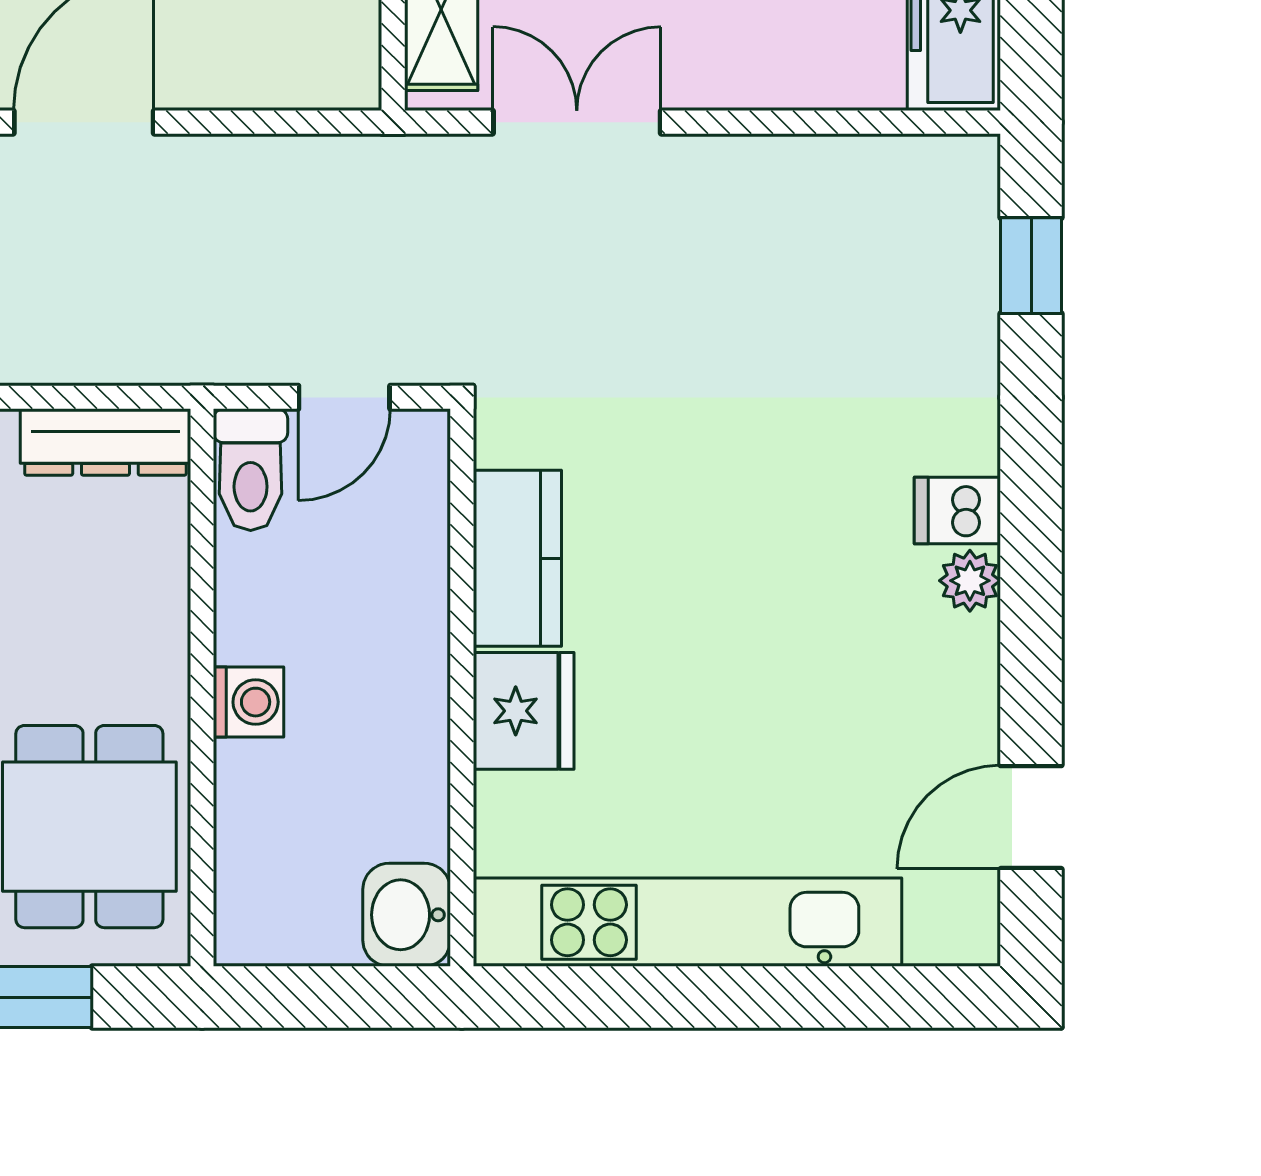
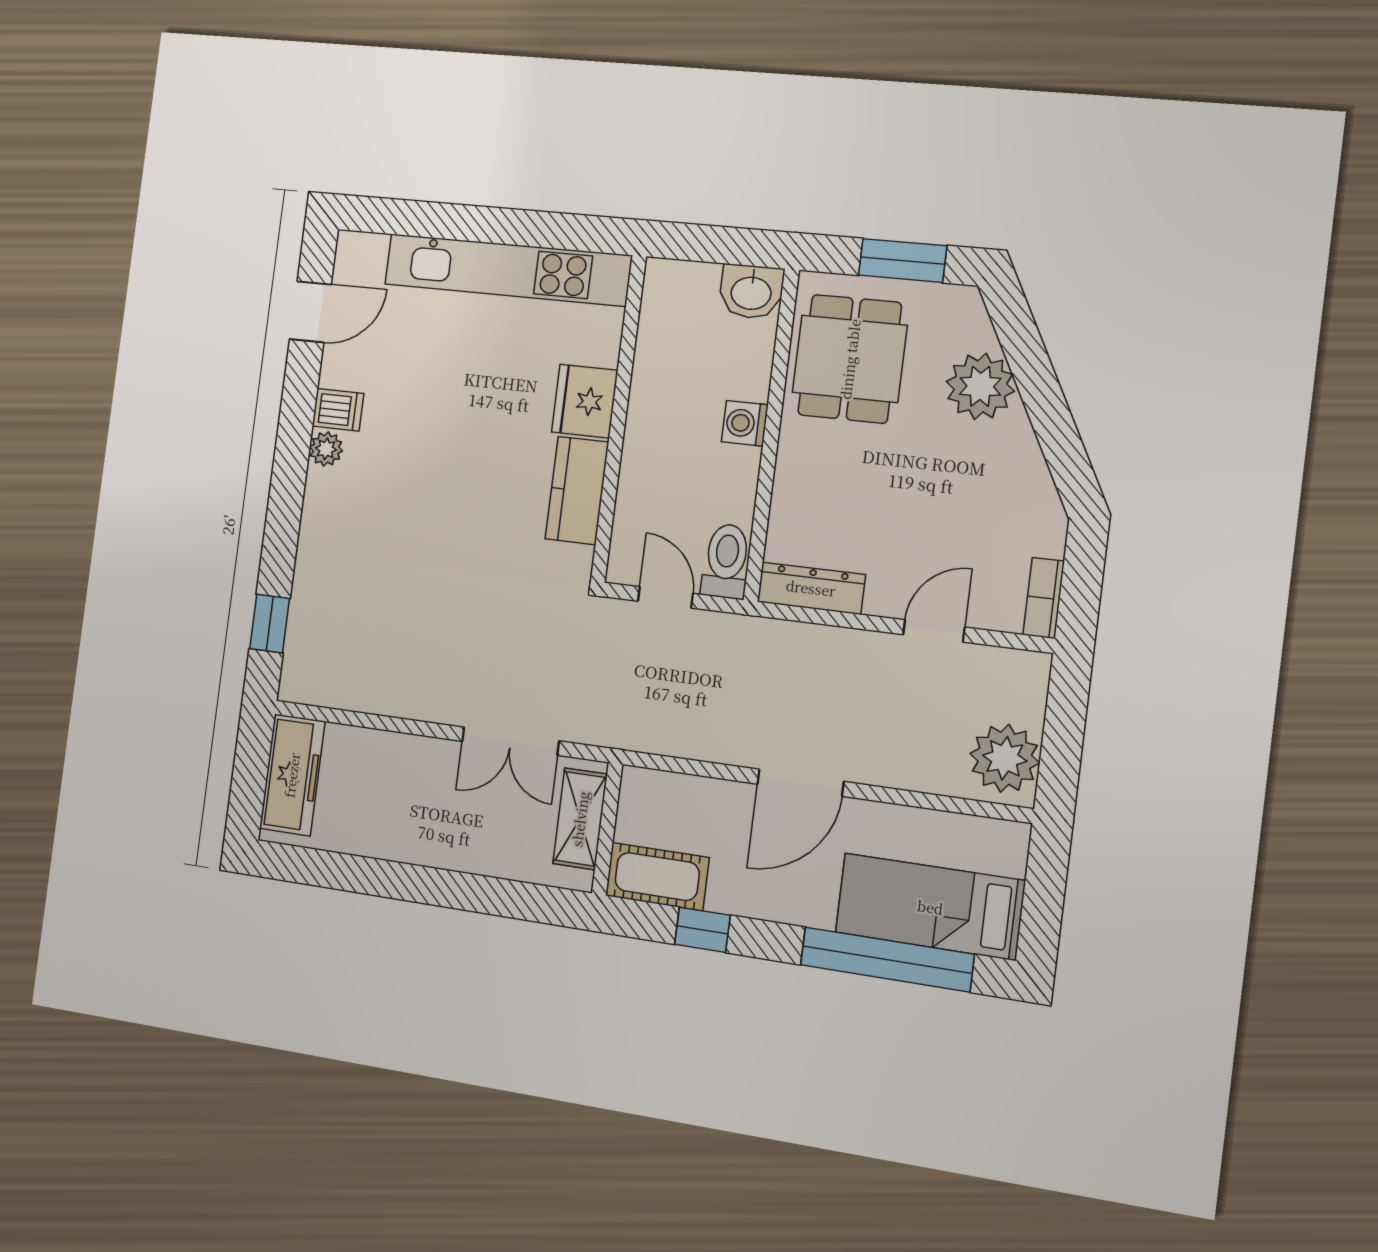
door: (344, 397) -> (665, 597), hinge flipped
dishwasher: (957, 511) -> (338, 410), moved
washbasin: (407, 915) -> (751, 292), moved, turned 90

